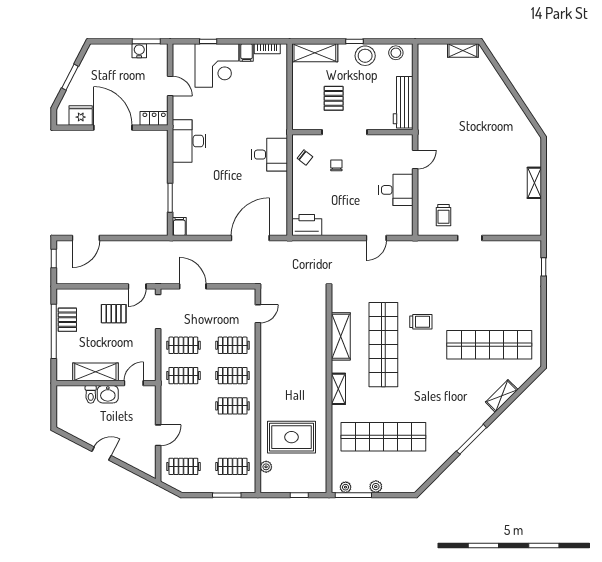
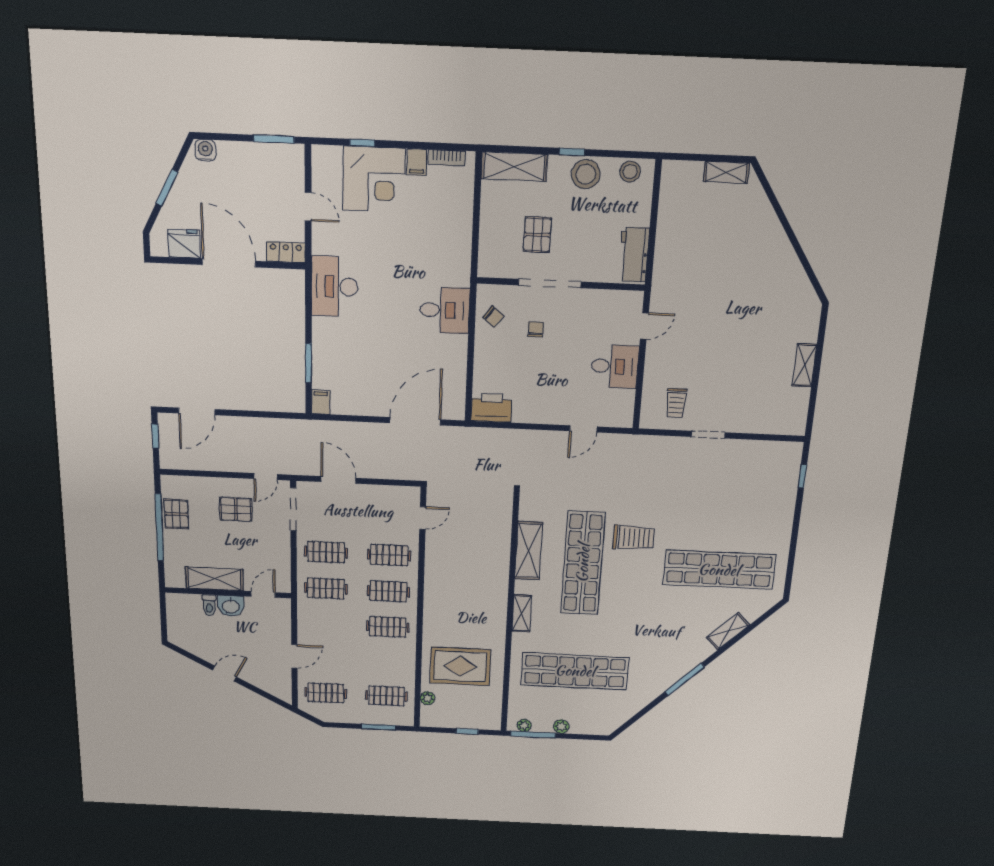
water cooler: (139, 51) -> (205, 150), moved
workbench: (403, 102) -> (634, 255), width x0.73
trolley: (421, 322) -> (634, 538), width x1.36, depth x1.39

